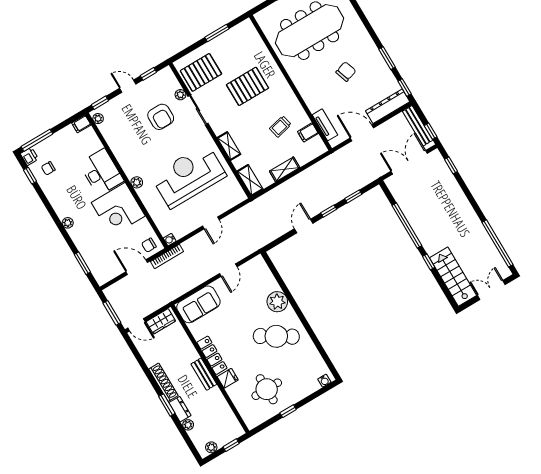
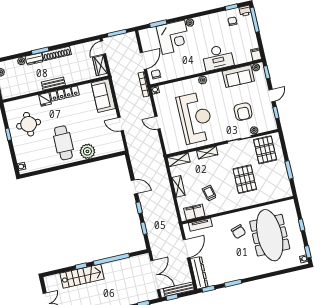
chair: (346, 72) -> (239, 232), moved
armchair: (161, 117) -> (243, 112), turned -90
filing cabinet: (308, 132) -> (194, 212), width x2.00
sofa: (117, 138) -> (238, 76), added
corner desk: (118, 209) -> (173, 37), moved, turned 180
stairs: (453, 277) -> (82, 276), moved
cafe table: (276, 336) -> (63, 143), turned -32

